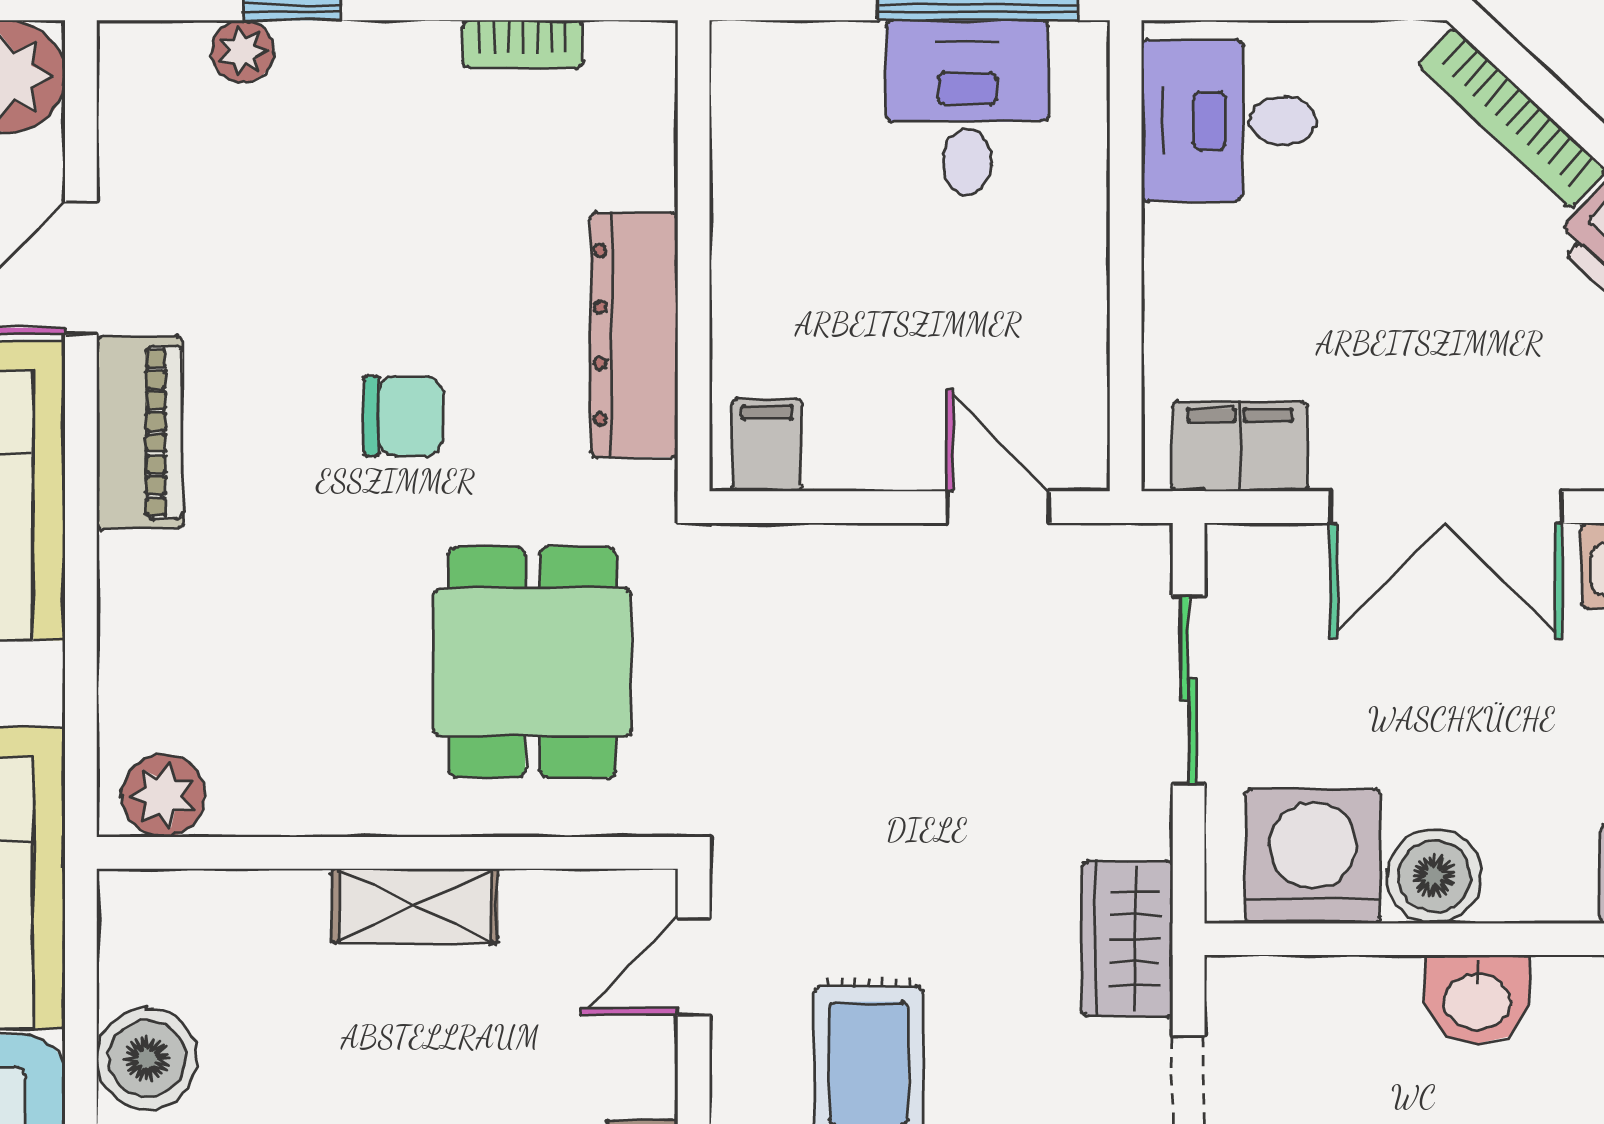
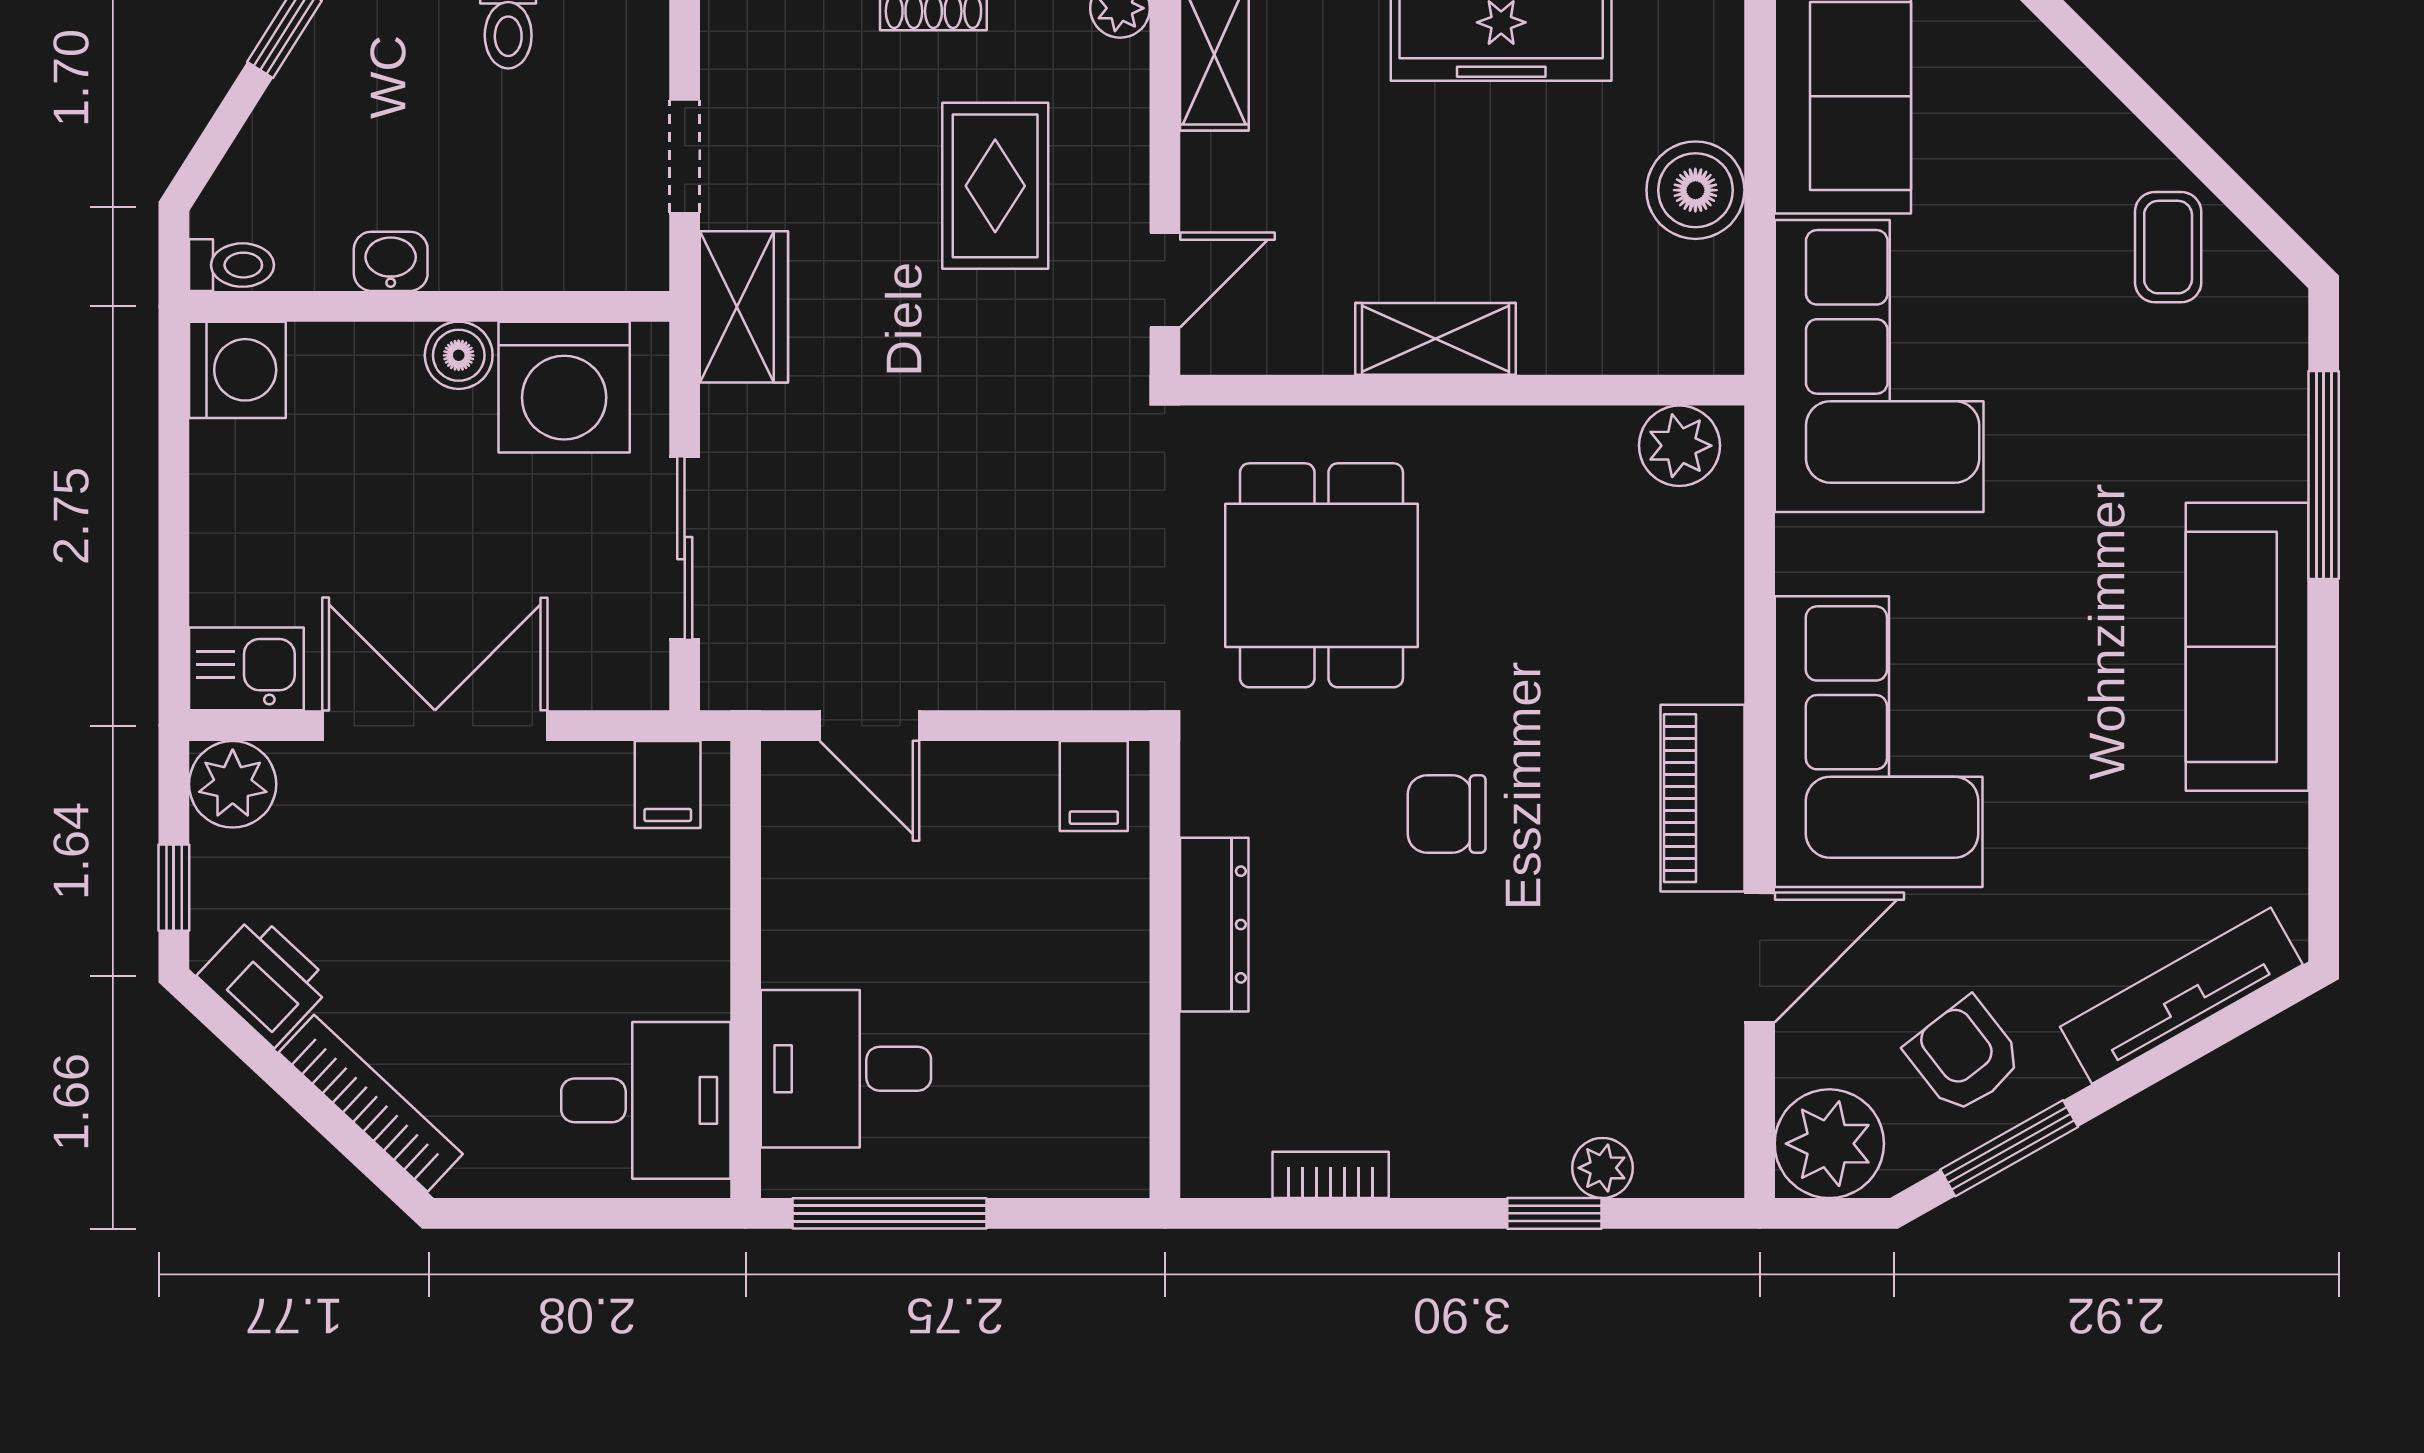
desk: (967, 108) -> (846, 1069), moved, turned 90
dresser: (634, 335) -> (1214, 925), width x0.73, depth x0.80
filing cabinet: (1240, 446) -> (668, 784), width x0.50
boiler: (1434, 876) -> (459, 355), width x0.73, depth x0.73
washbasin: (1477, 999) -> (391, 261), width x0.72, depth x0.69

